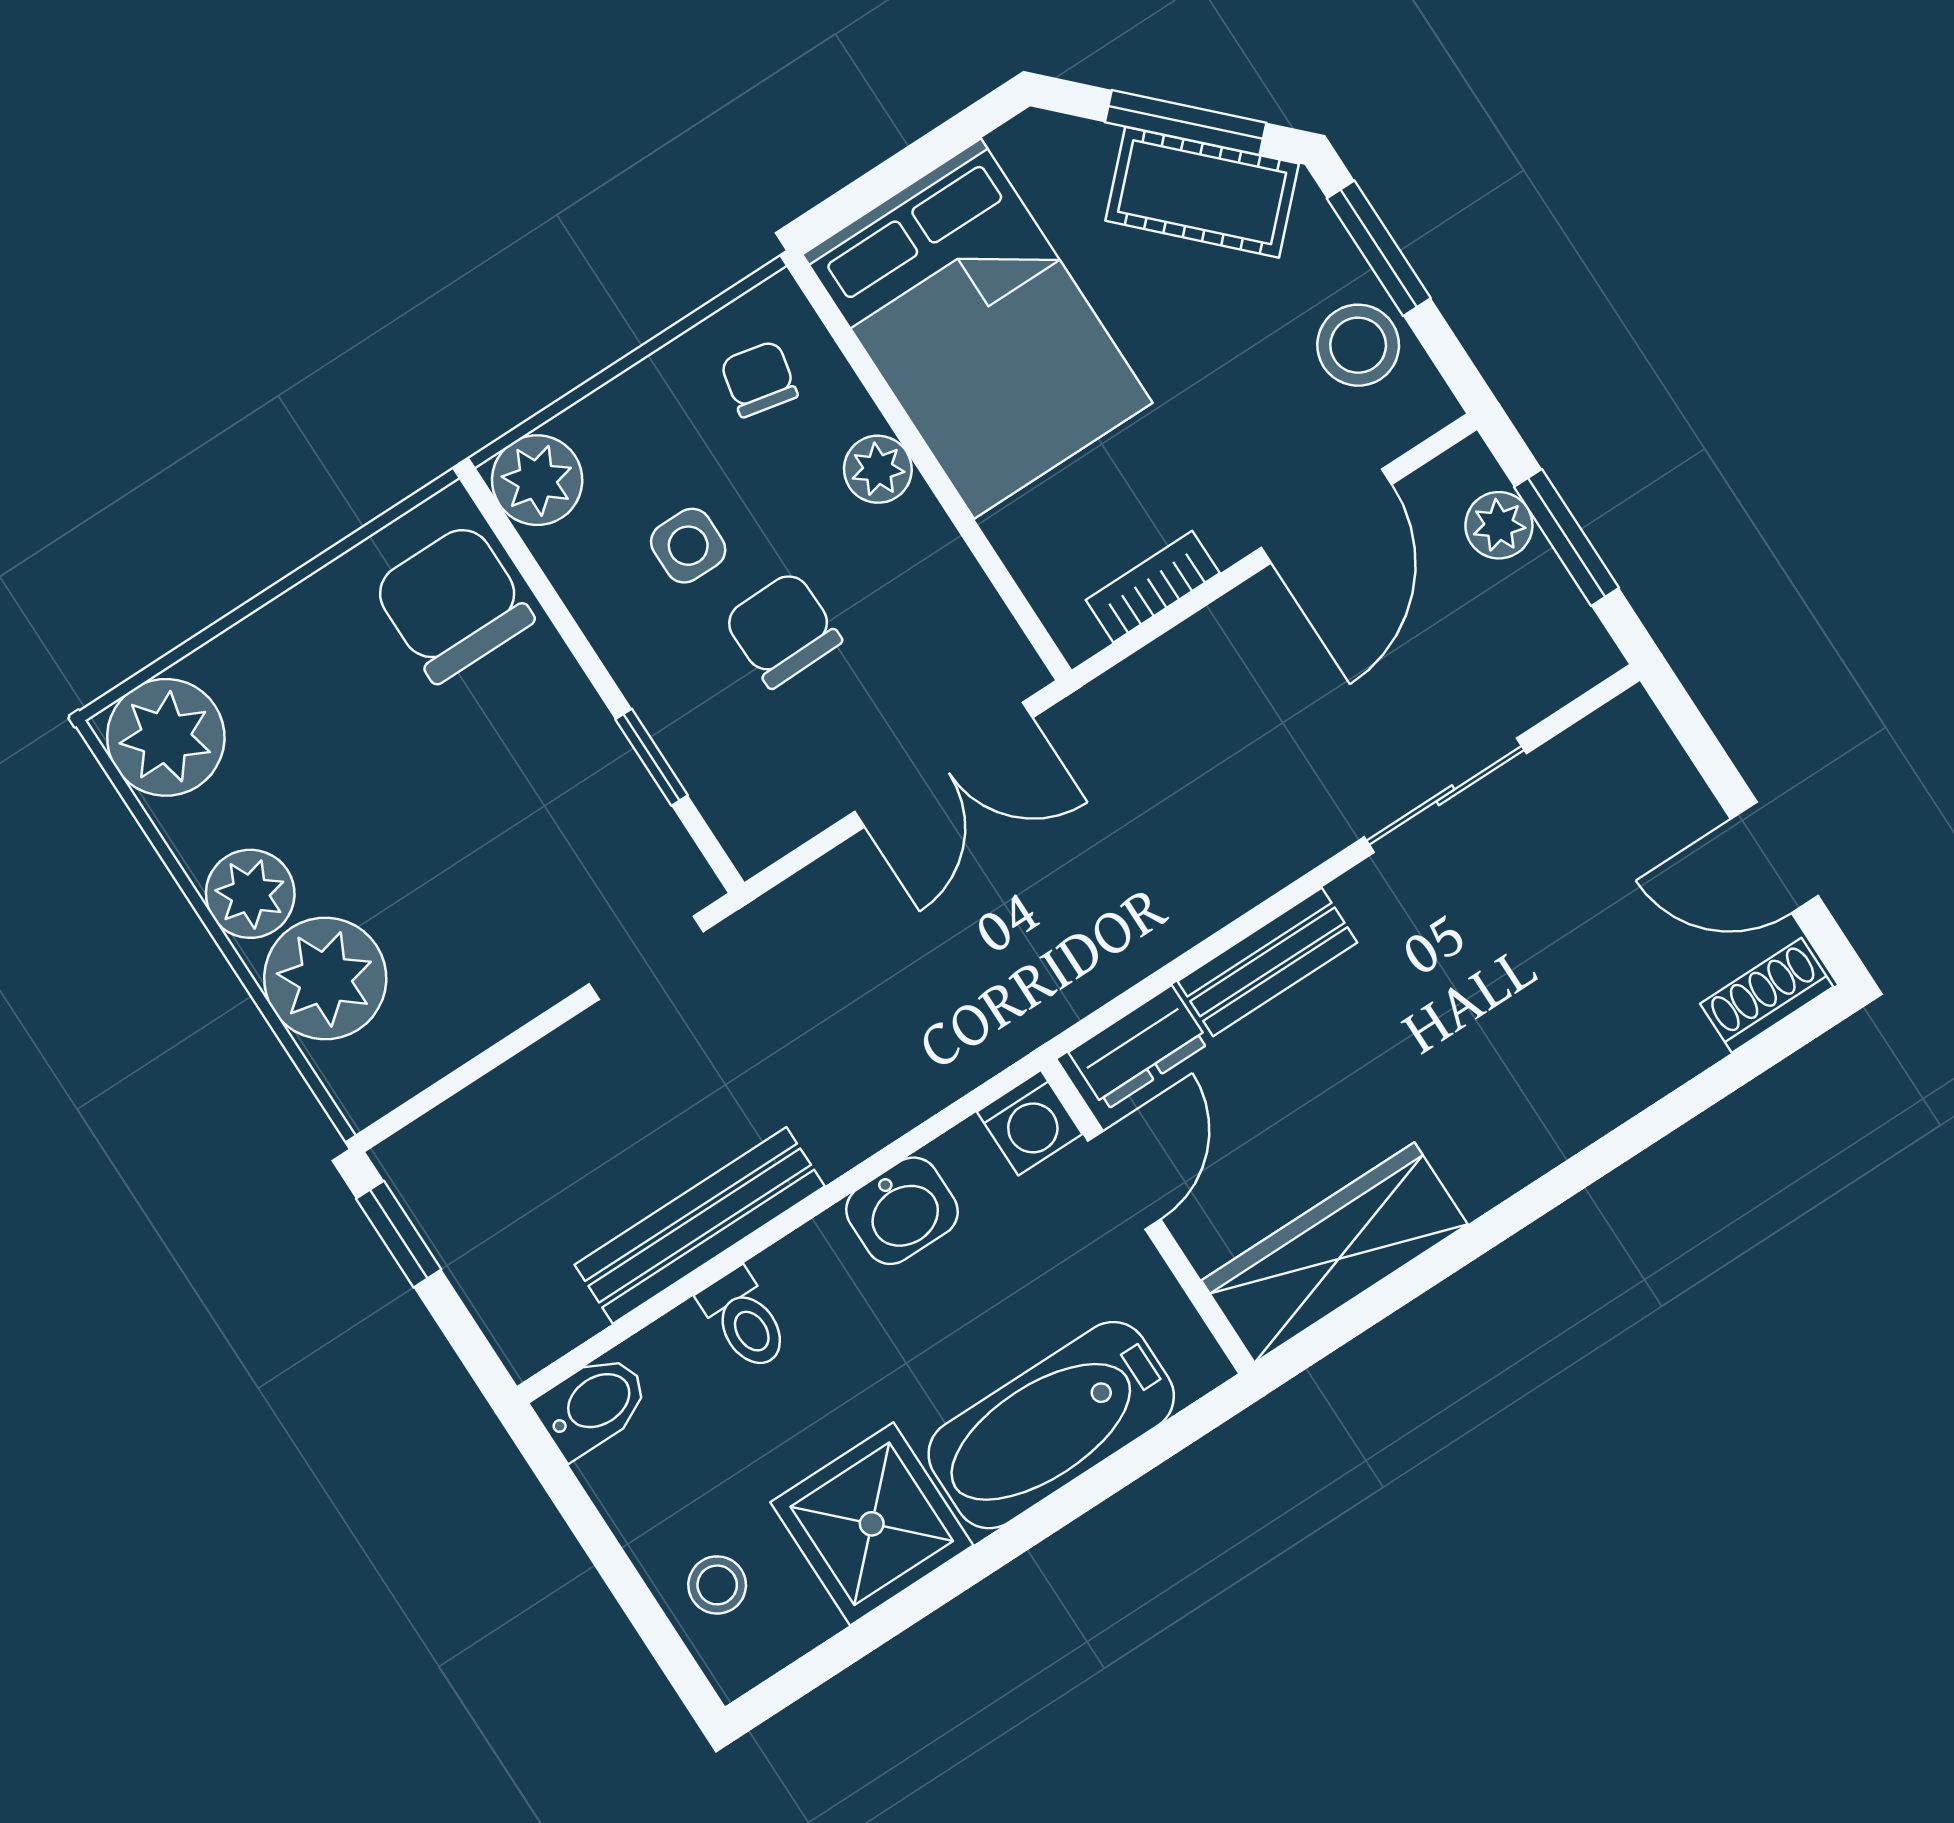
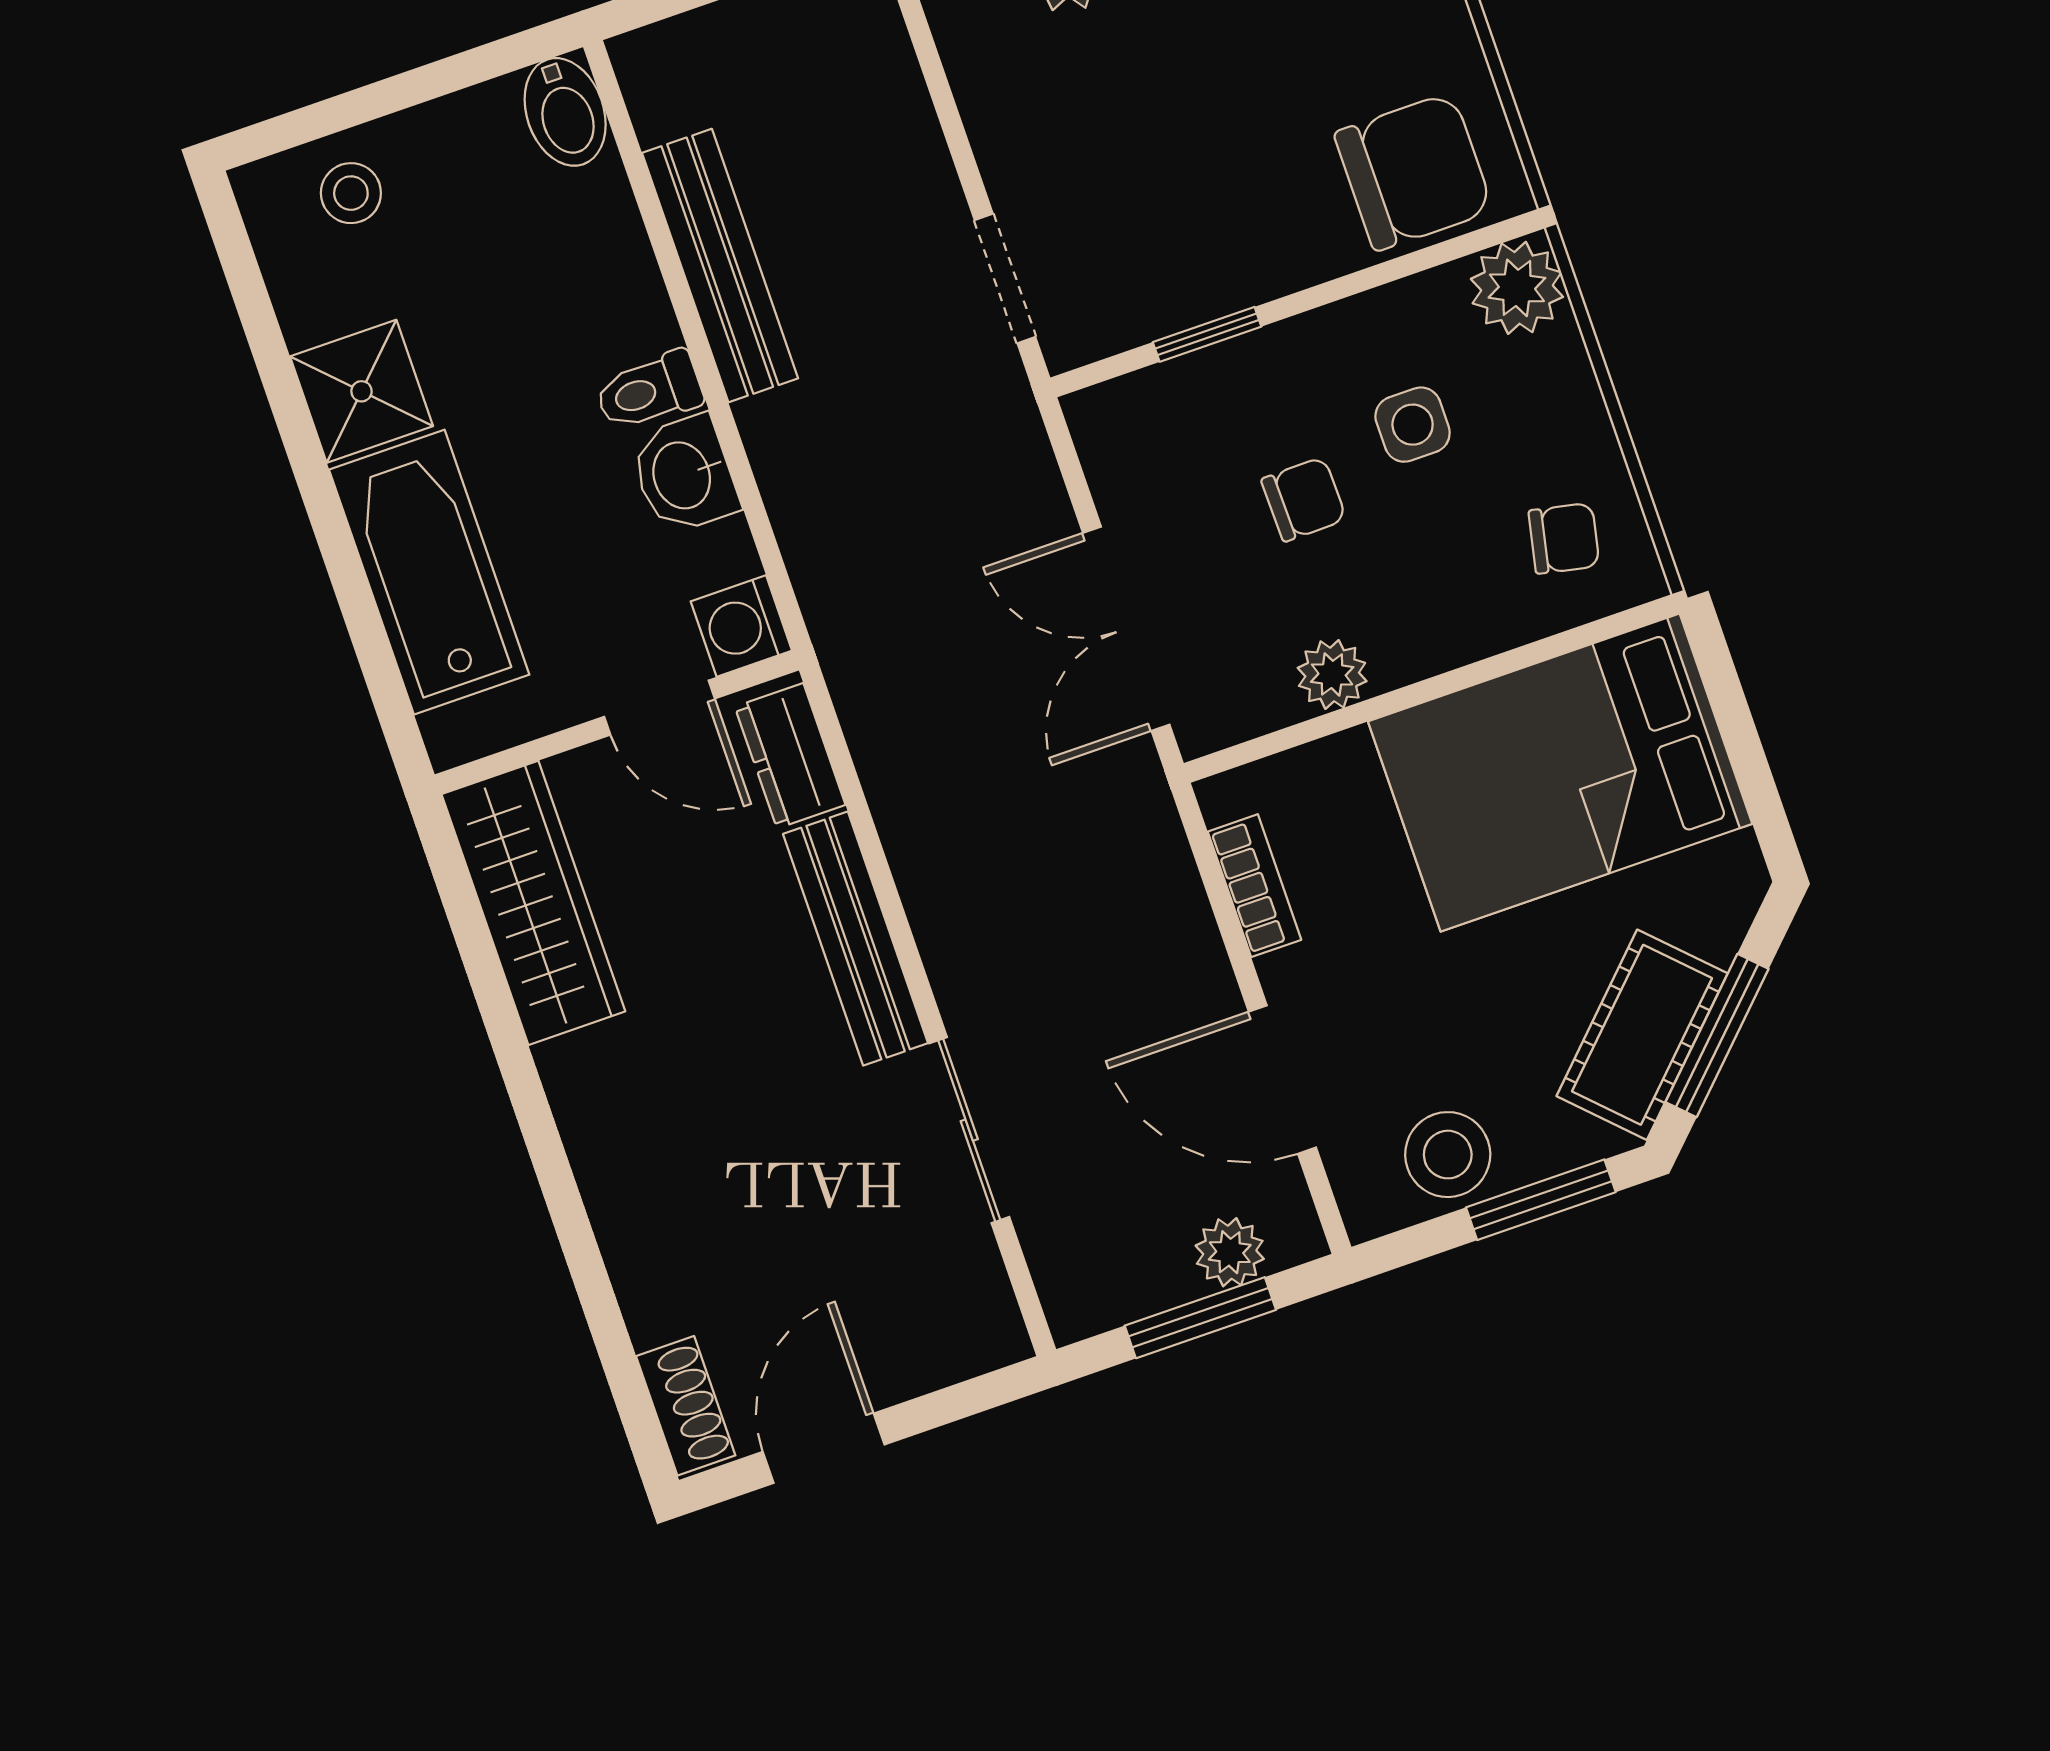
plant: (878, 469) -> (1332, 674), moved
chair: (783, 630) -> (1304, 499), width x0.73, depth x0.73
bench: (1267, 962) -> (856, 939), width x1.36
toilet: (744, 1320) -> (649, 391), moved
shower: (872, 1524) -> (362, 391), width x0.73, depth x0.73

